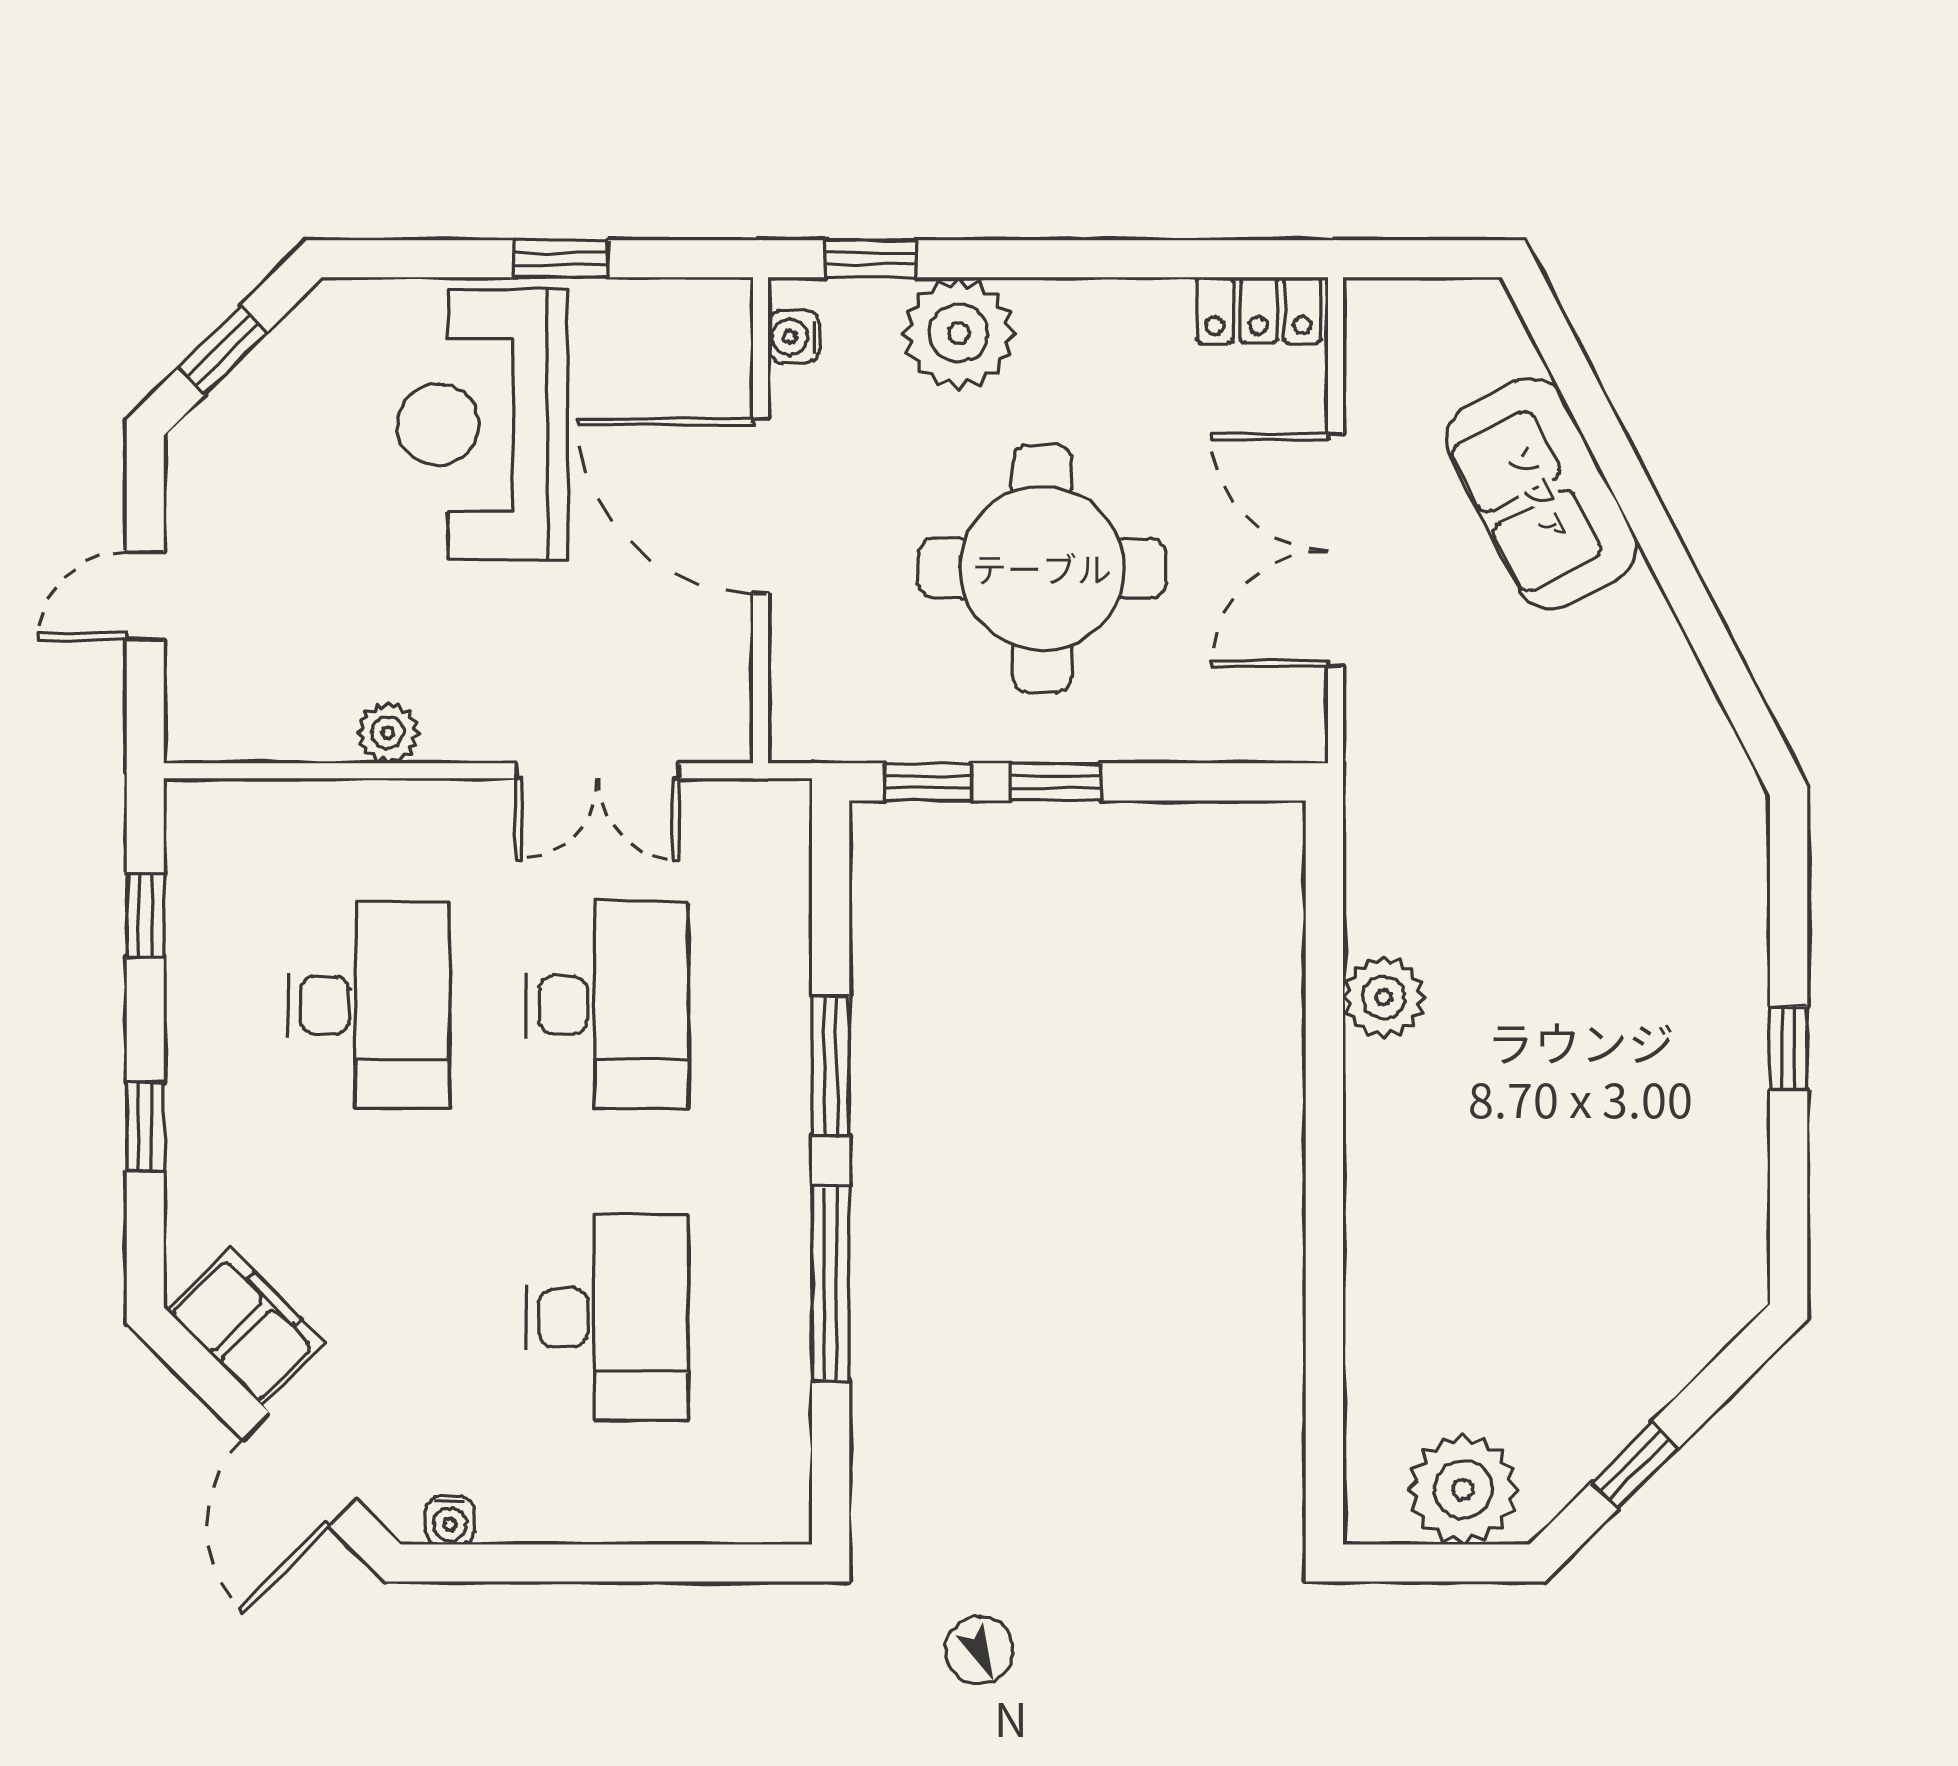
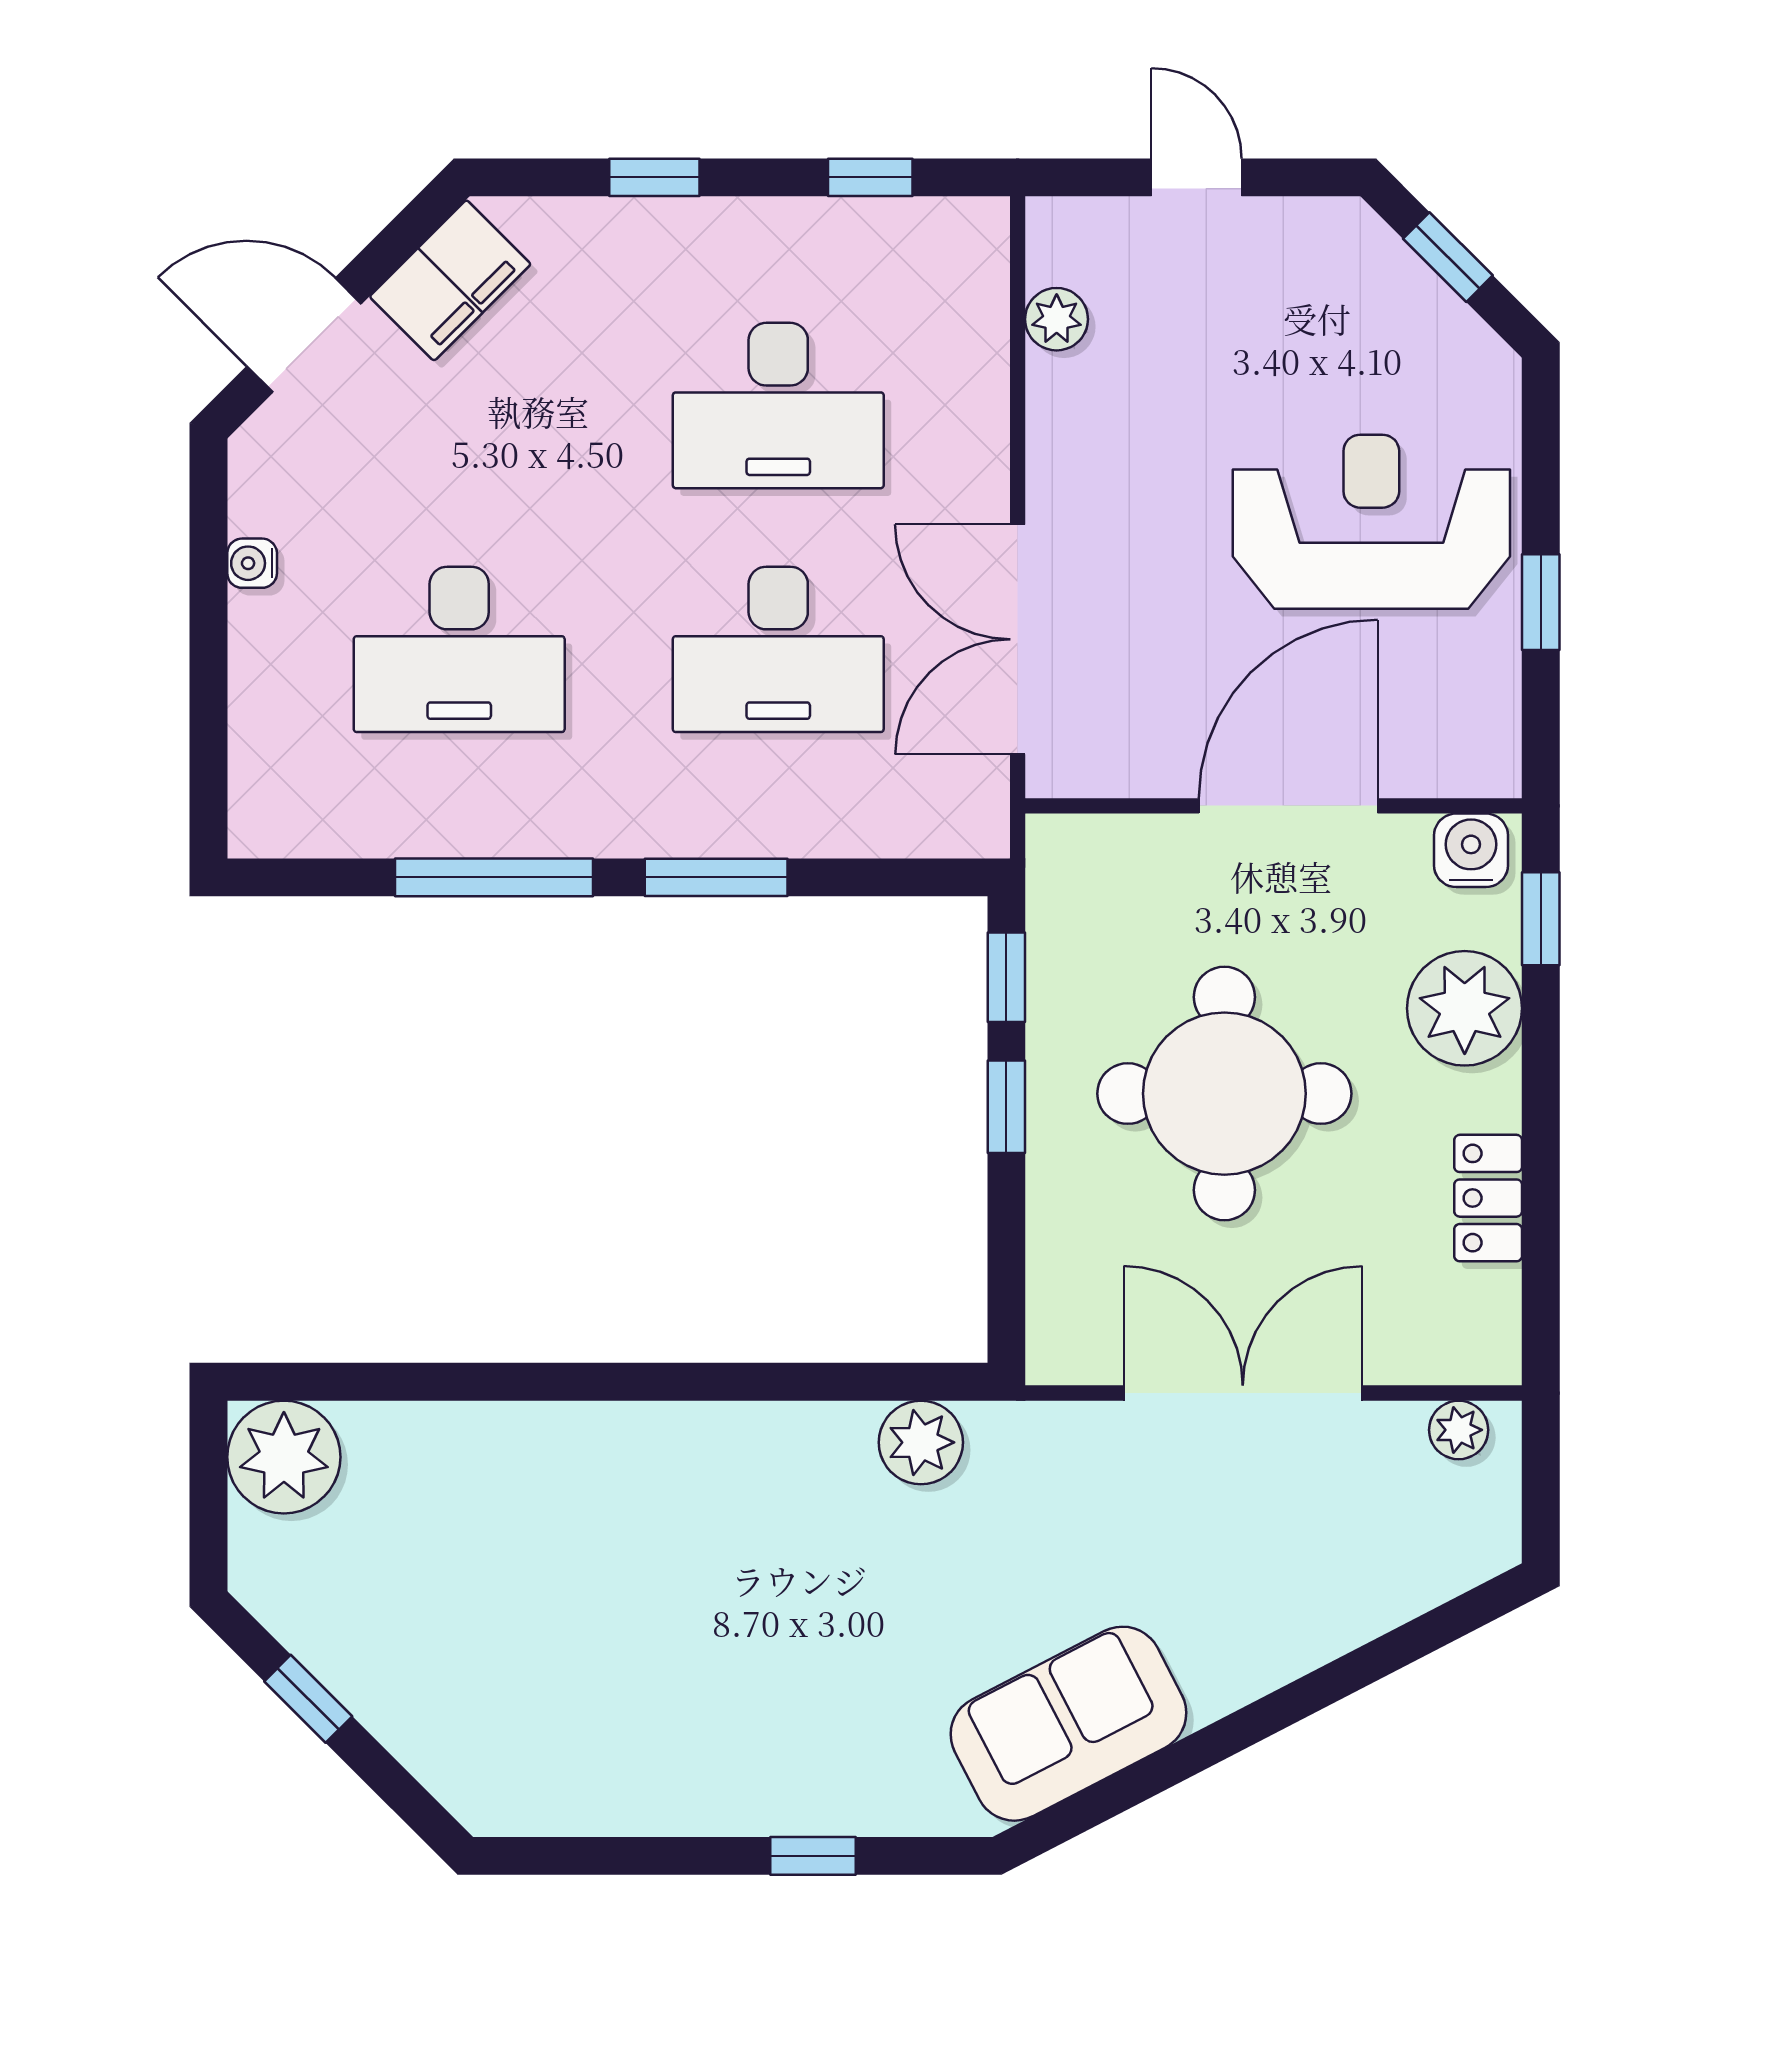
locker: (1259, 310) -> (1488, 1198), moved
water cooler: (794, 337) -> (1471, 850), width x1.38, depth x1.38
plant: (1372, 339) -> (1459, 1430), added
sofa: (1541, 493) -> (1068, 1724), moved
plant: (388, 733) -> (1057, 319), moved
double door: (598, 771) -> (1018, 639), width x1.37
plant: (1384, 997) -> (921, 1442), moved
window: (1789, 1048) -> (813, 1856), moved
plant: (1463, 1489) -> (284, 1457), moved
water cooler: (450, 1520) -> (252, 563), moved

